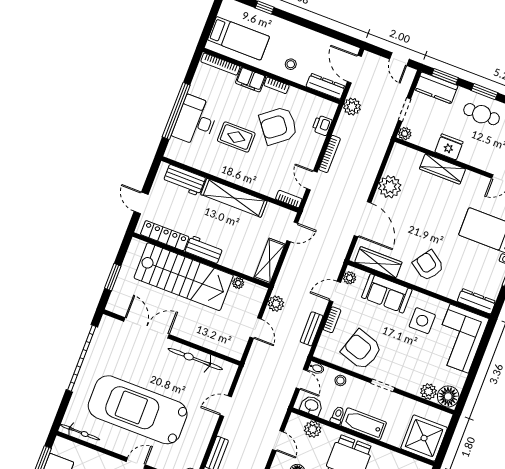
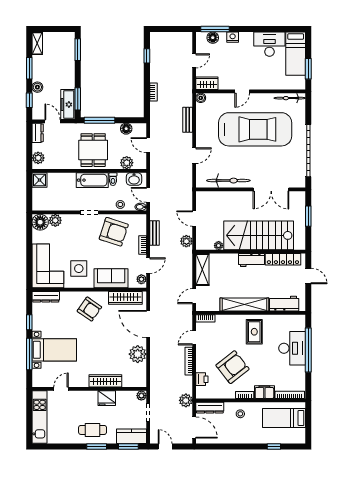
rug: (236, 137) -> (254, 332), moved, turned 90
door: (312, 180) -> (194, 338), swing flipped
shower: (424, 438) -> (40, 180), width x0.54, depth x0.54

